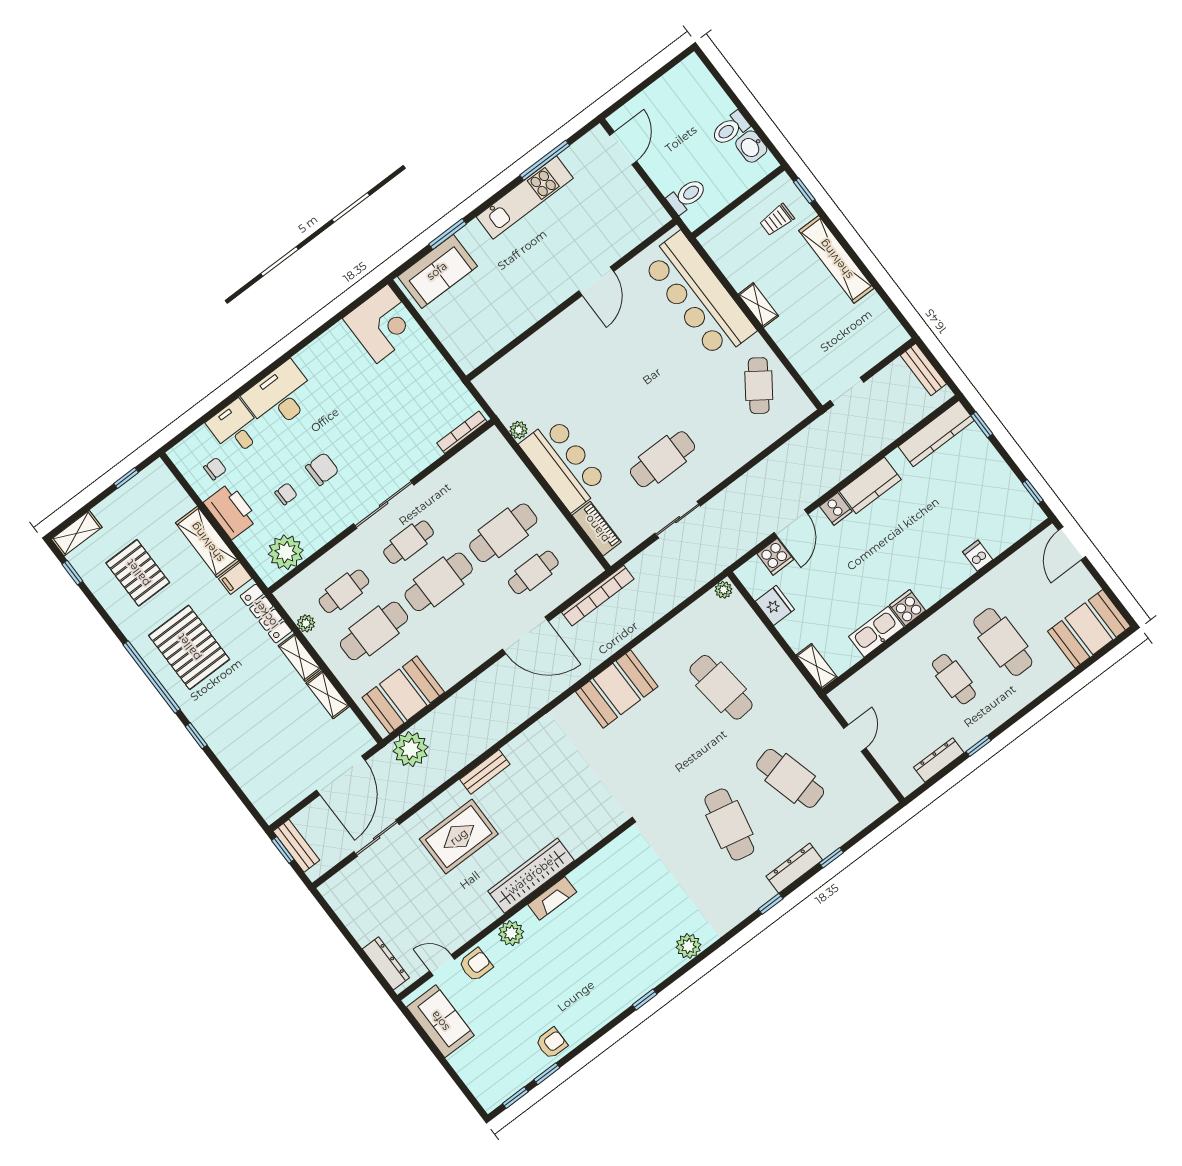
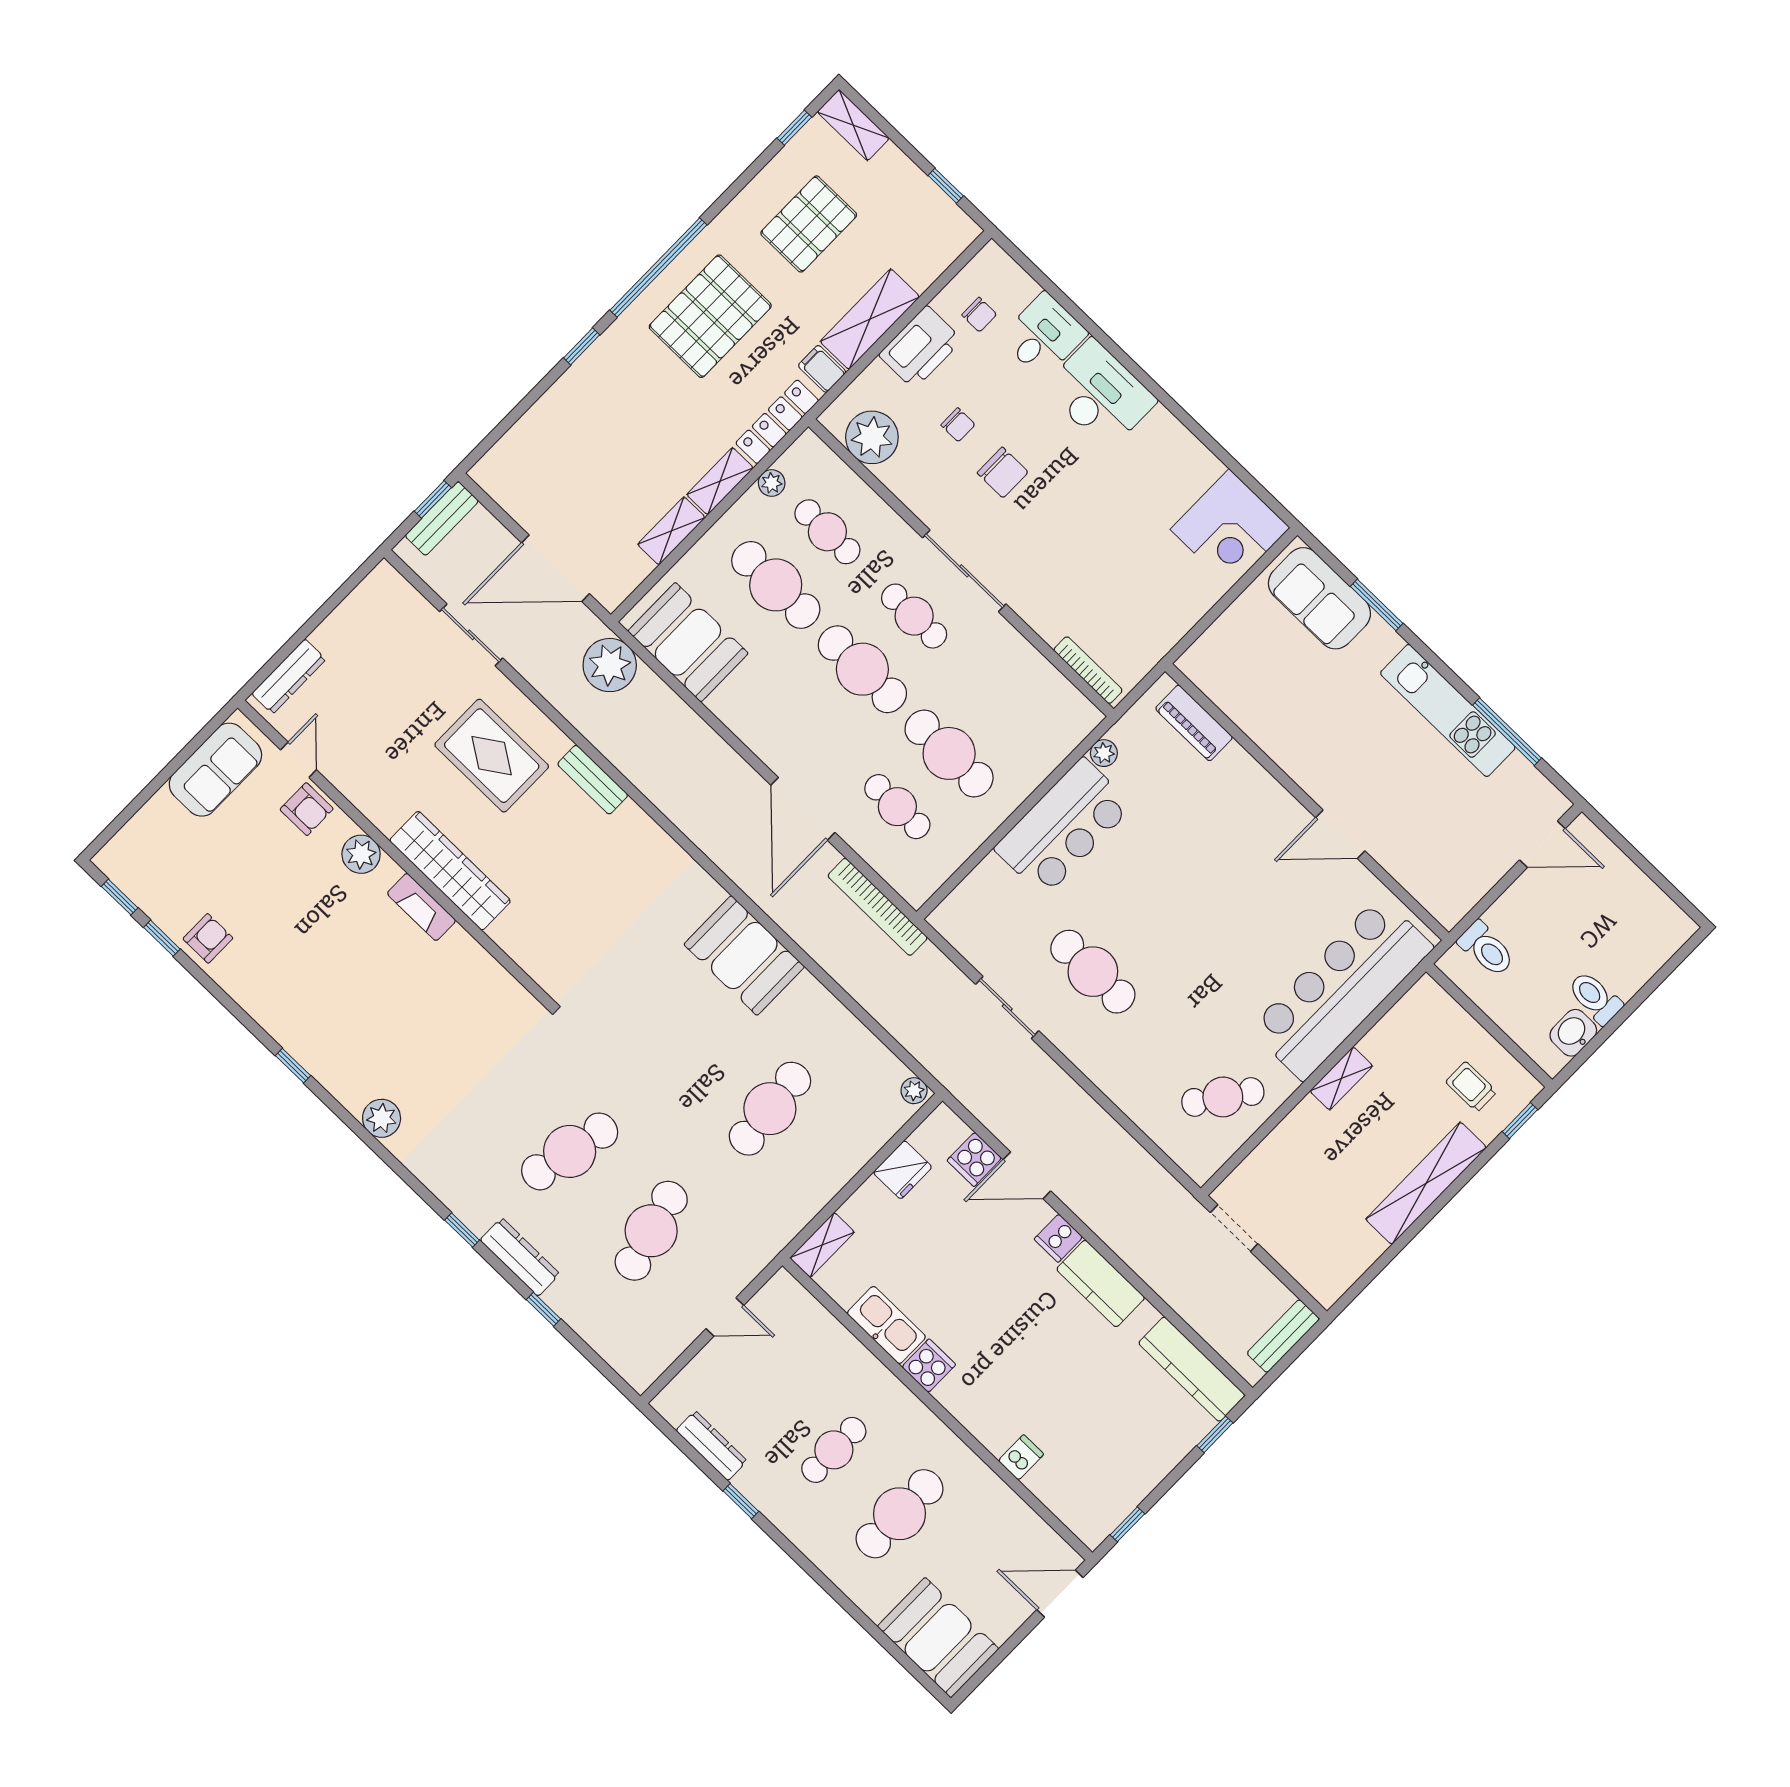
piano: (597, 529) -> (1194, 723), moved, turned 90
armchair: (552, 1043) -> (208, 938), turned -90

